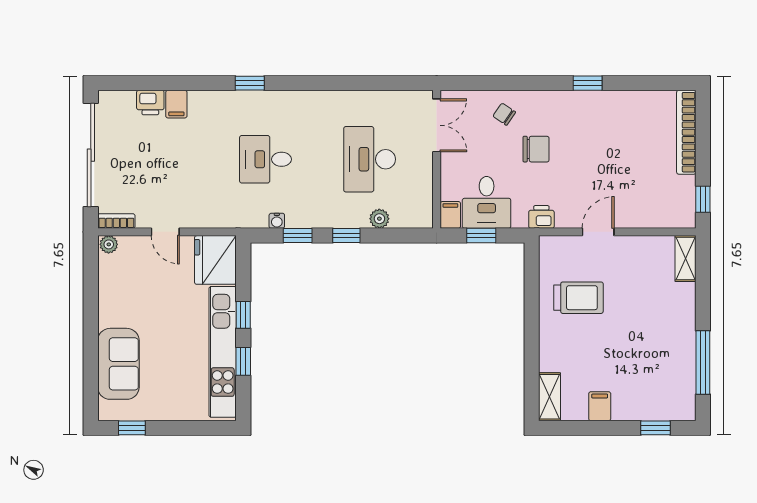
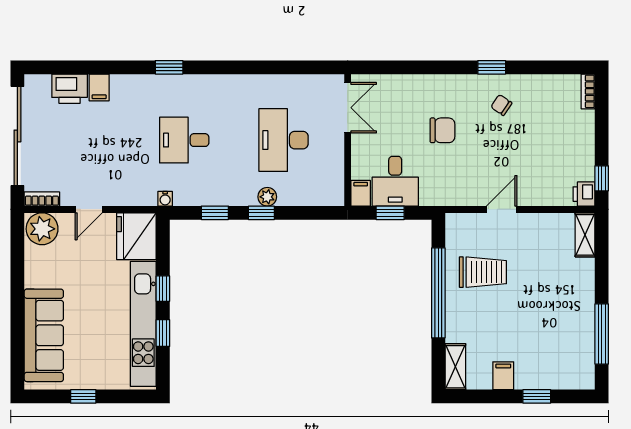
printer: (150, 102) -> (70, 89), width x1.36, depth x1.24
chair: (504, 114) -> (501, 105), moved
bookcase: (686, 132) -> (588, 91), width x0.43, depth x0.76
printer: (541, 217) -> (584, 194), moved, turned -90
plant: (379, 219) -> (267, 197), moved
water cooler: (277, 221) -> (165, 199), moved
door: (165, 232) -> (89, 209), hinge flipped
plant: (109, 244) -> (42, 229), width x1.88, depth x1.88
window: (532, 319) -> (438, 293), added
sofa: (118, 364) -> (44, 335), width x1.36
window: (132, 428) -> (83, 396), moved
window: (656, 428) -> (537, 396), moved

